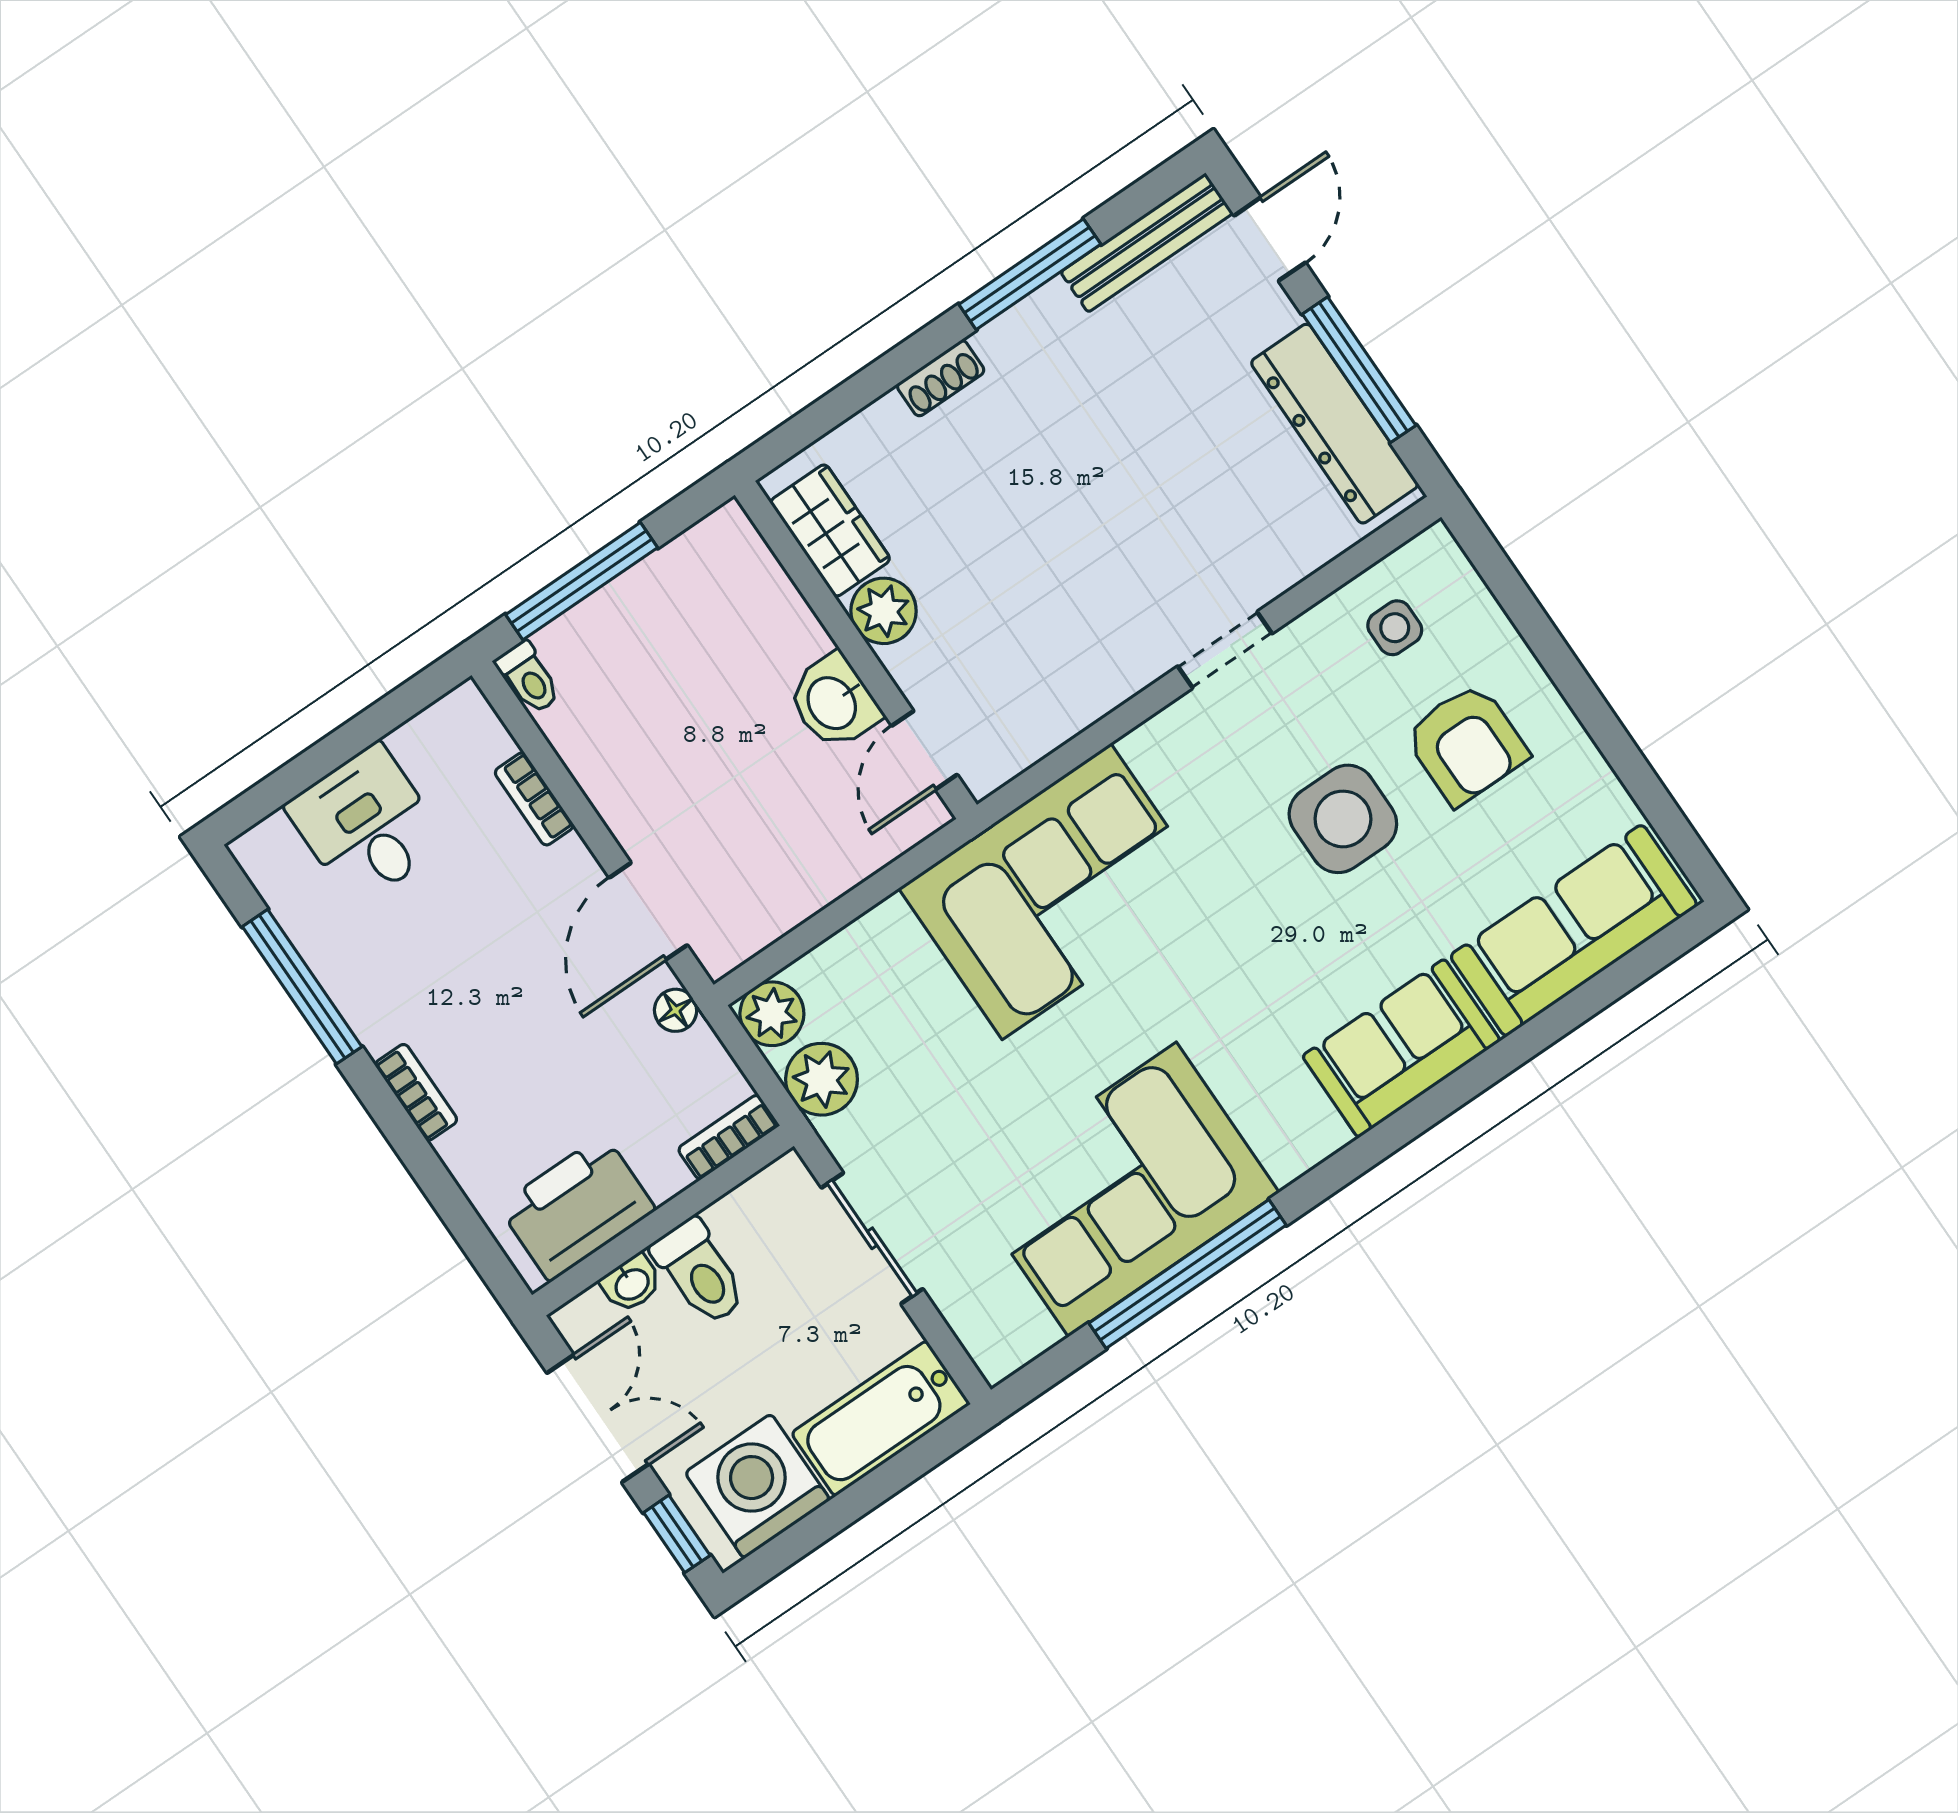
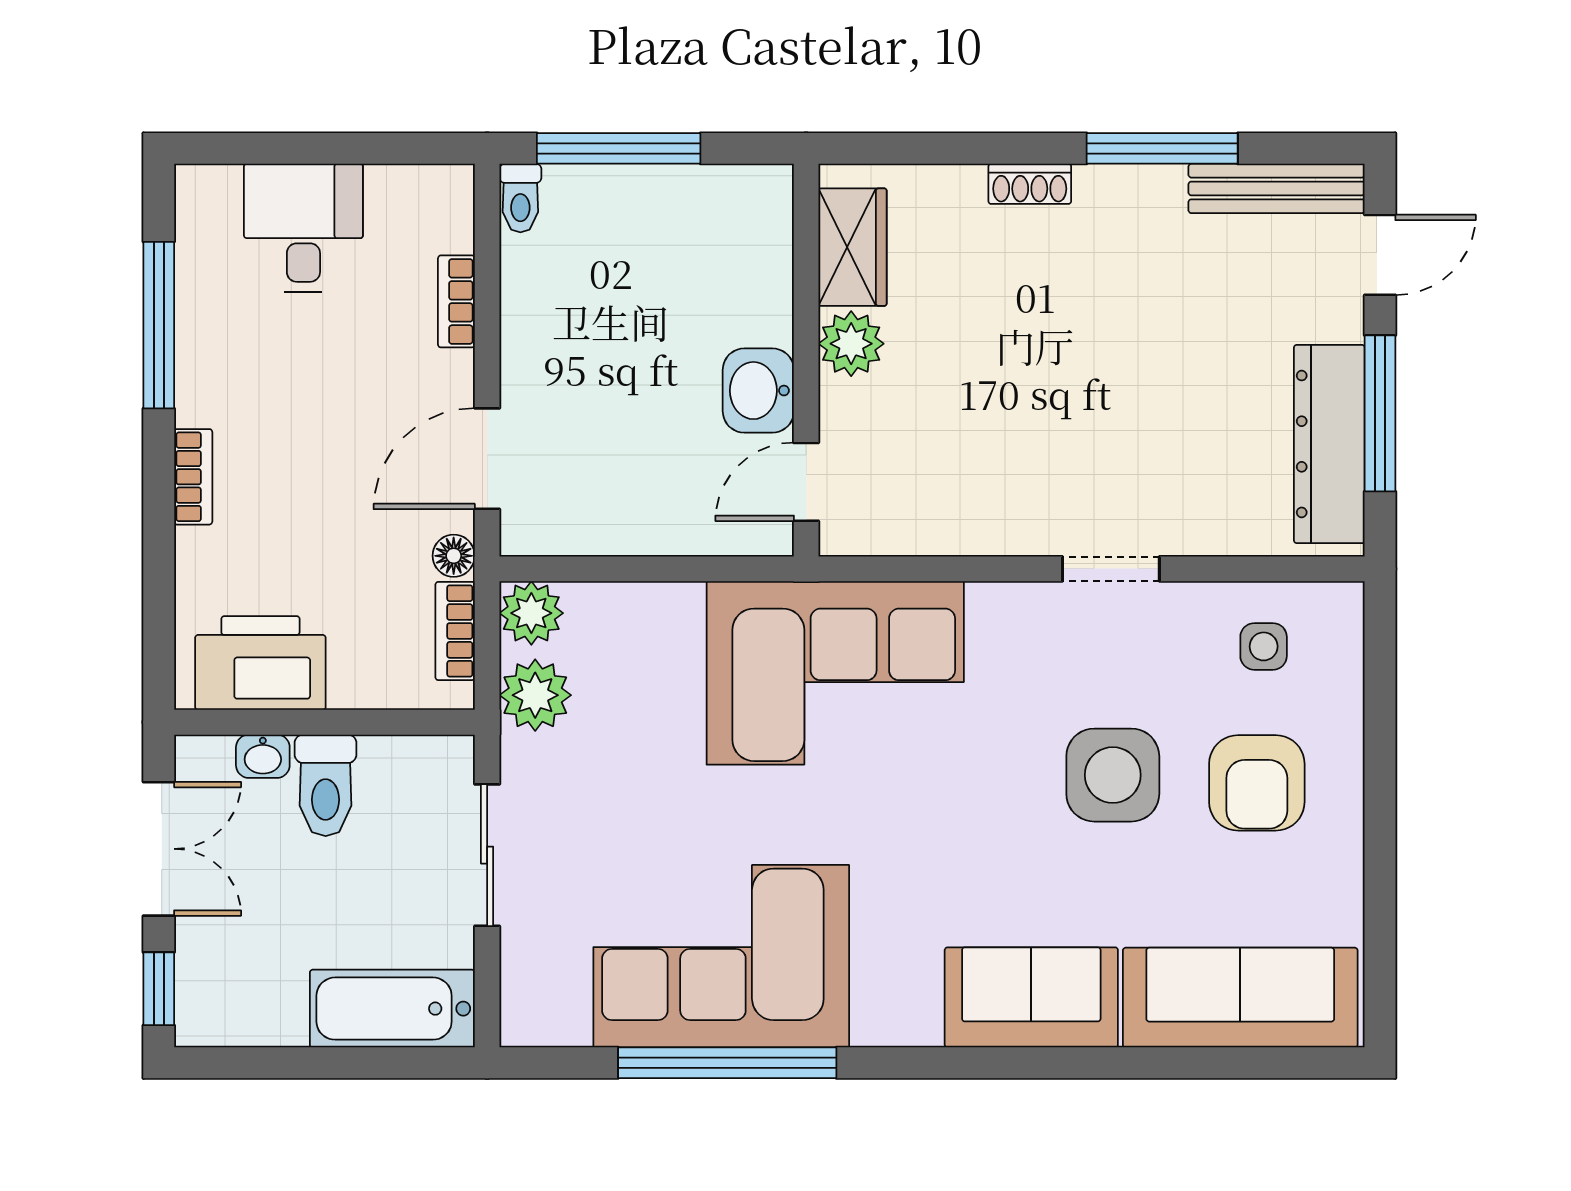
bookcase: (728, 1137) -> (455, 631), moved, turned -90
washing machine: (757, 1486) -> (252, 995), removed

